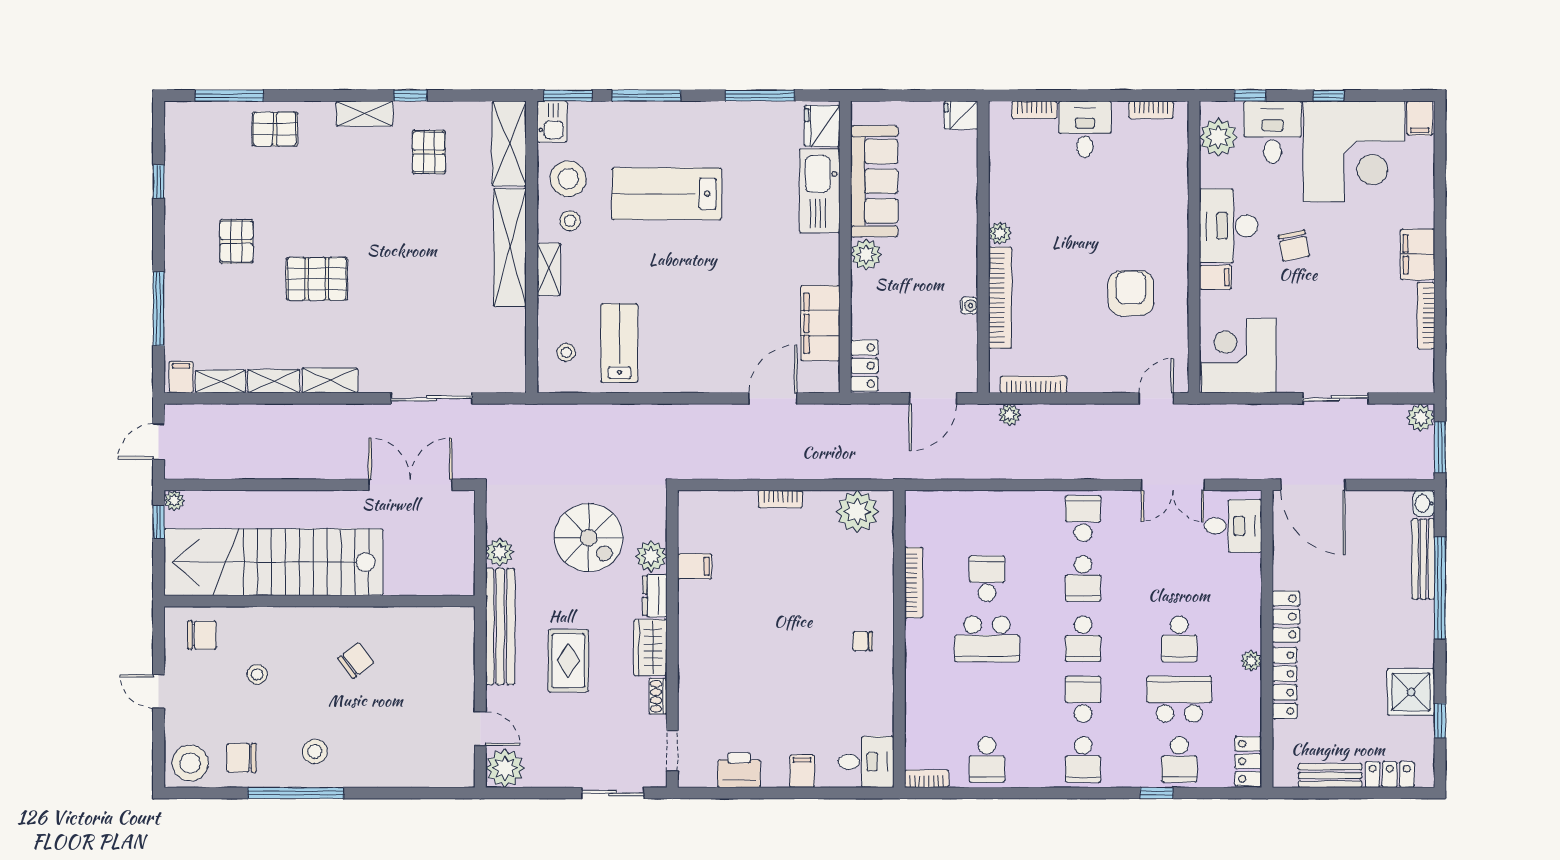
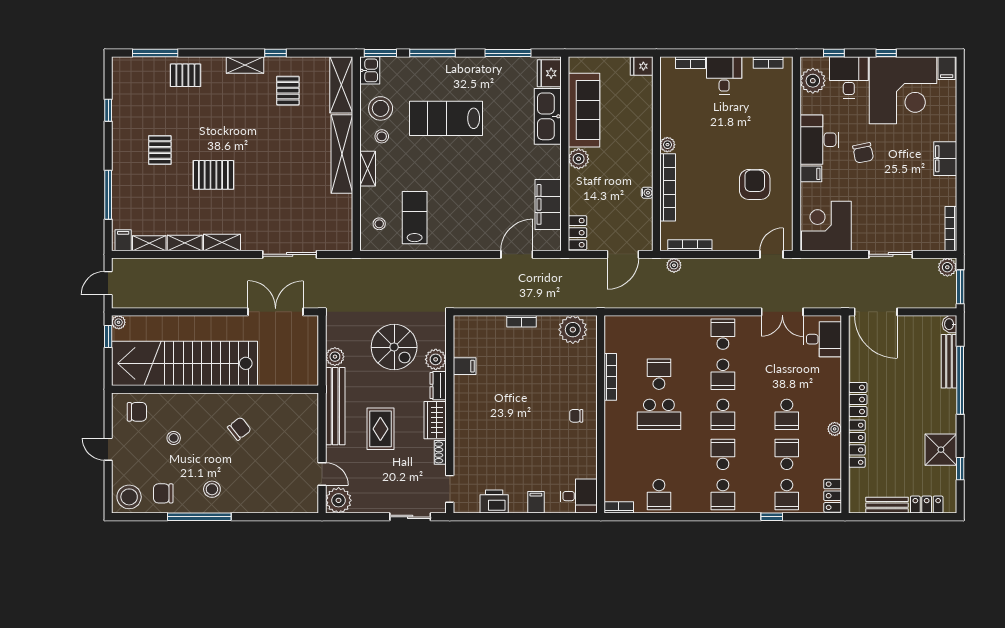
bookcase: (1426, 316) -> (951, 229), moved
school desk: (1179, 699) -> (787, 454), width x0.54

